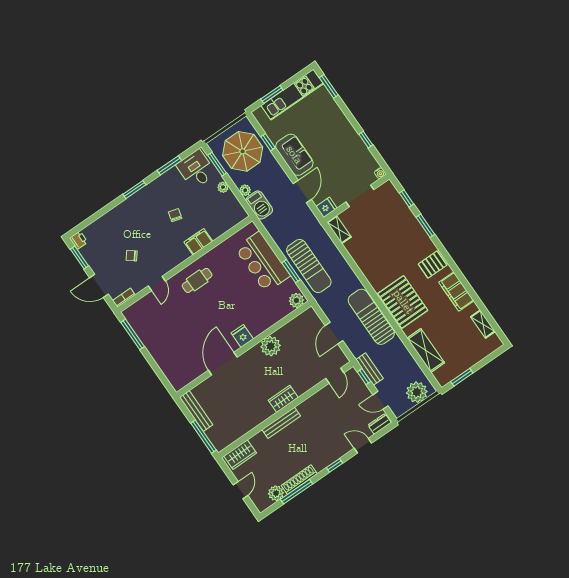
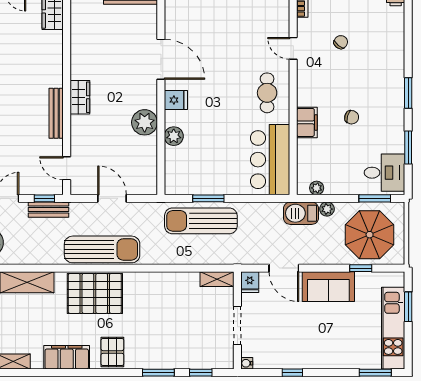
plant: (223, 187) -> (317, 188), moved
bar counter: (263, 262) -> (270, 160), moved, turned -90
plant: (296, 300) -> (174, 136), moved
bench: (281, 423) -> (56, 113), moved

